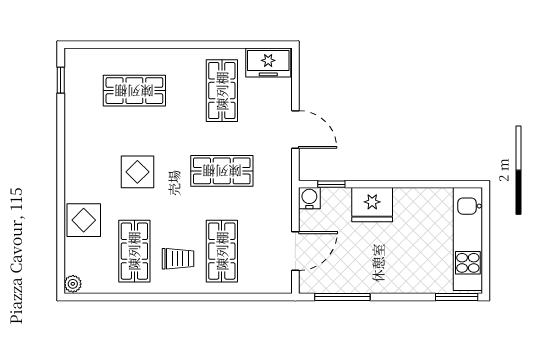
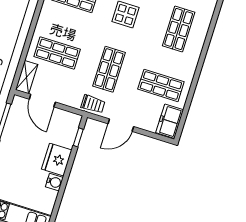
water cooler: (309, 198) -> (54, 182), moved
trolley: (178, 259) -> (93, 104), moved, turned -90
shelving: (269, 283) -> (27, 77), added

